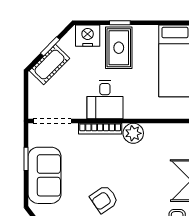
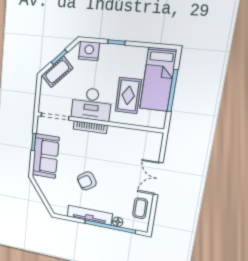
rug: (119, 48) -> (128, 95), moved
desk: (105, 99) -> (91, 104), width x1.37
plant: (133, 133) -> (115, 134), removed

